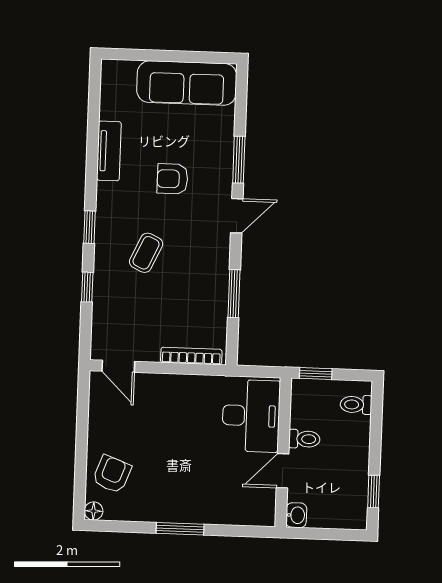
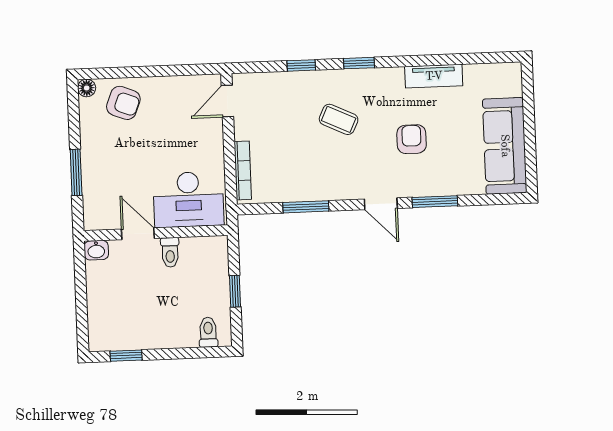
desk: (251, 416) -> (188, 199), moved
toilet: (304, 439) -> (170, 252), moved
wall: (283, 452) -> (156, 233), moved
door: (283, 471) -> (138, 234), moved
washbasin: (296, 515) -> (96, 250), moved

